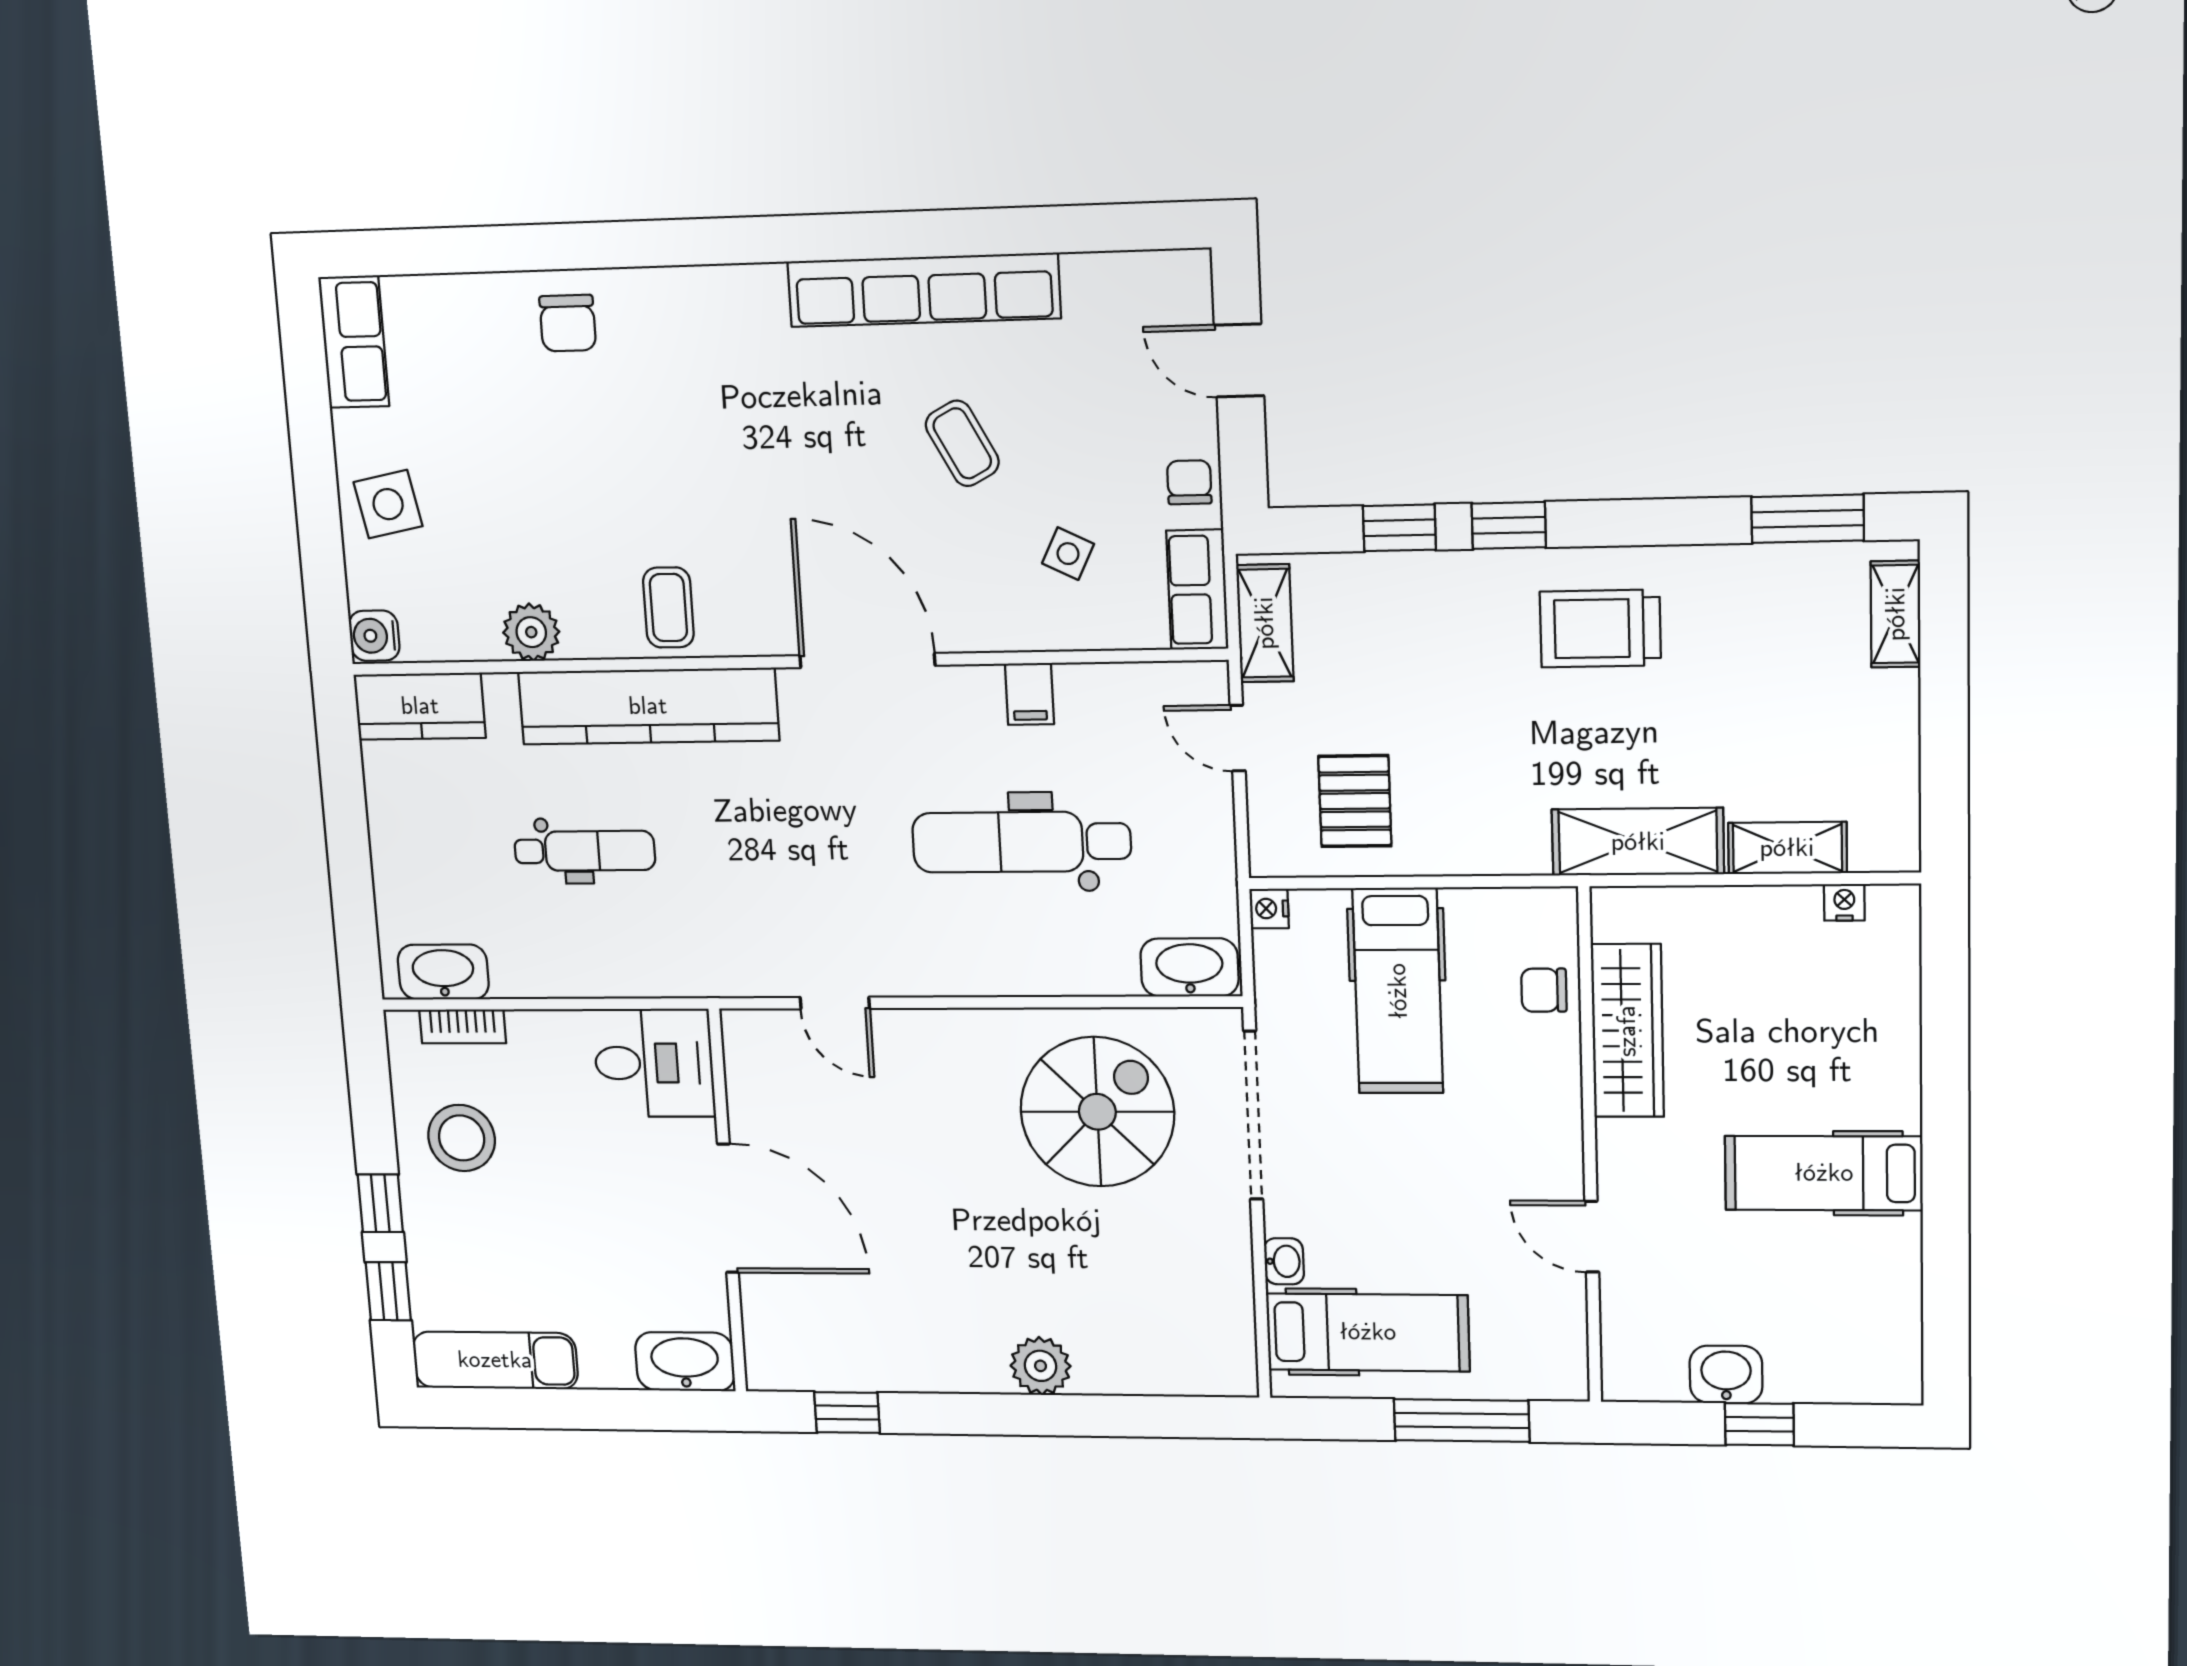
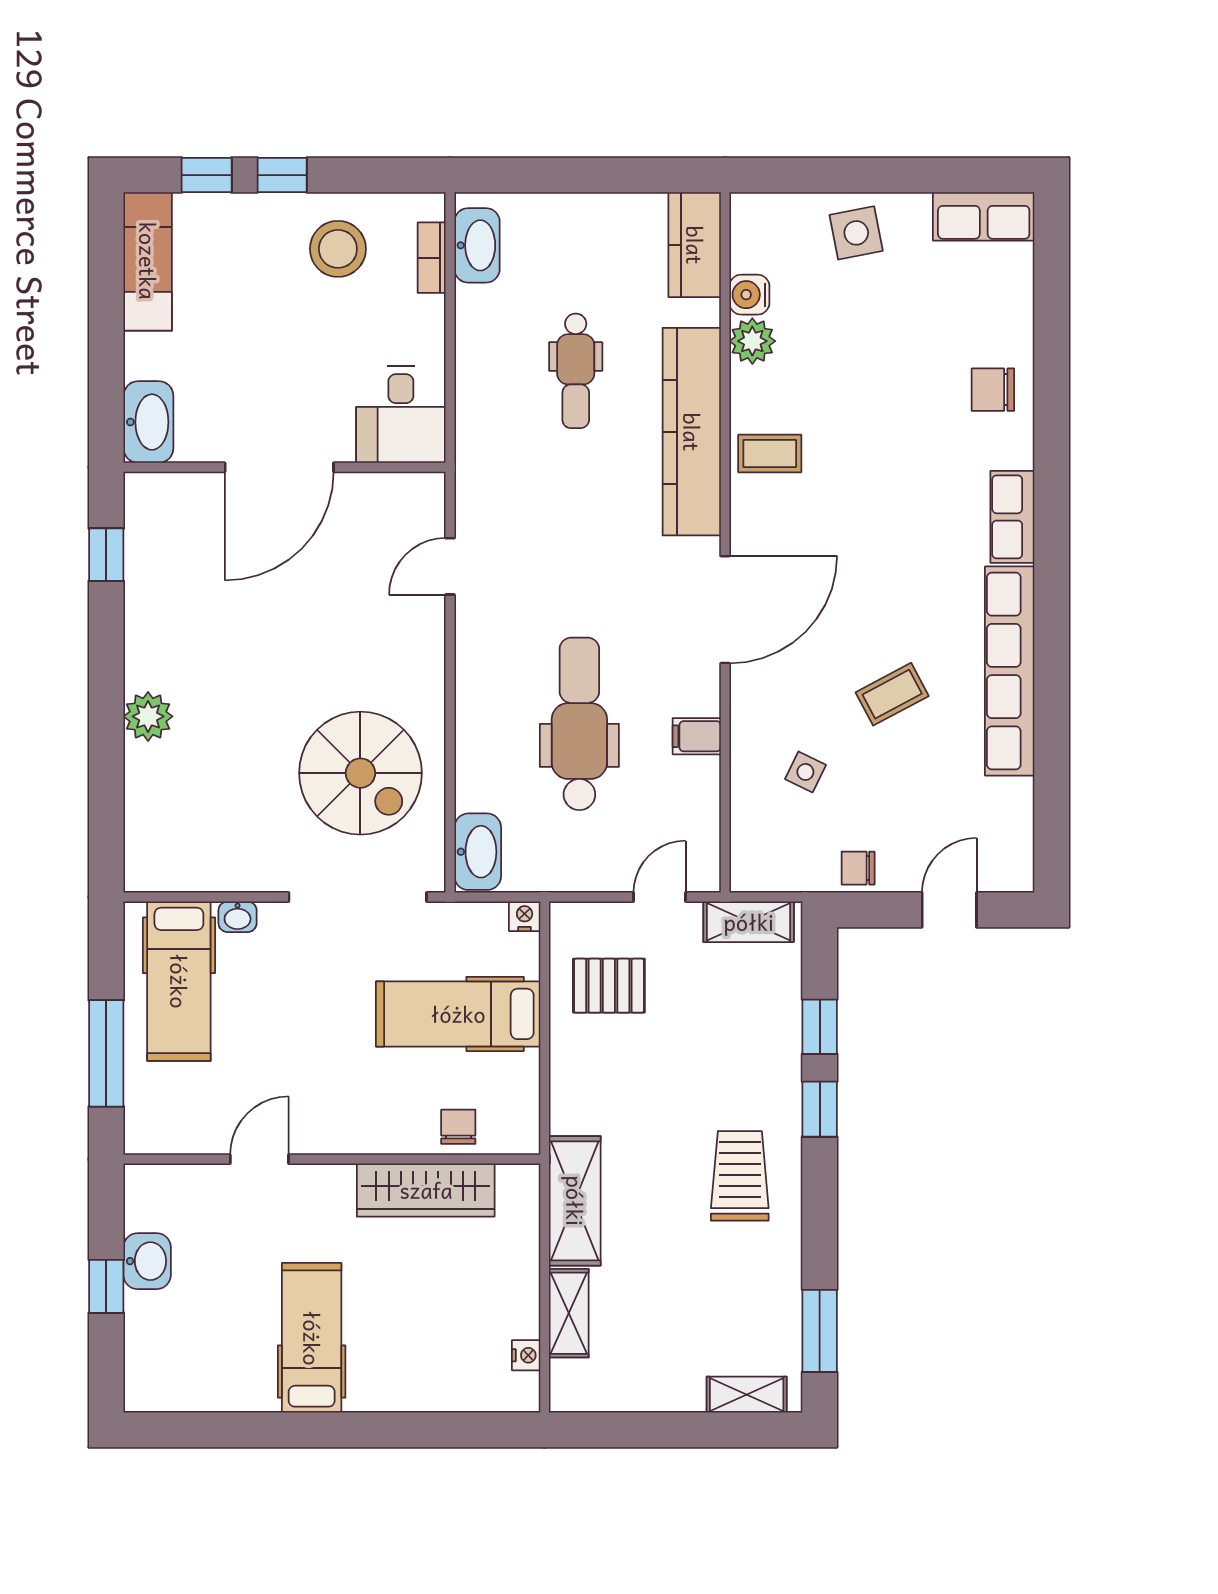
chair: (1189, 482) -> (858, 868), turned 180
row of seats: (1197, 590) -> (1012, 517), moved, turned -90
water cooler: (374, 636) -> (749, 295), moved, turned -90

